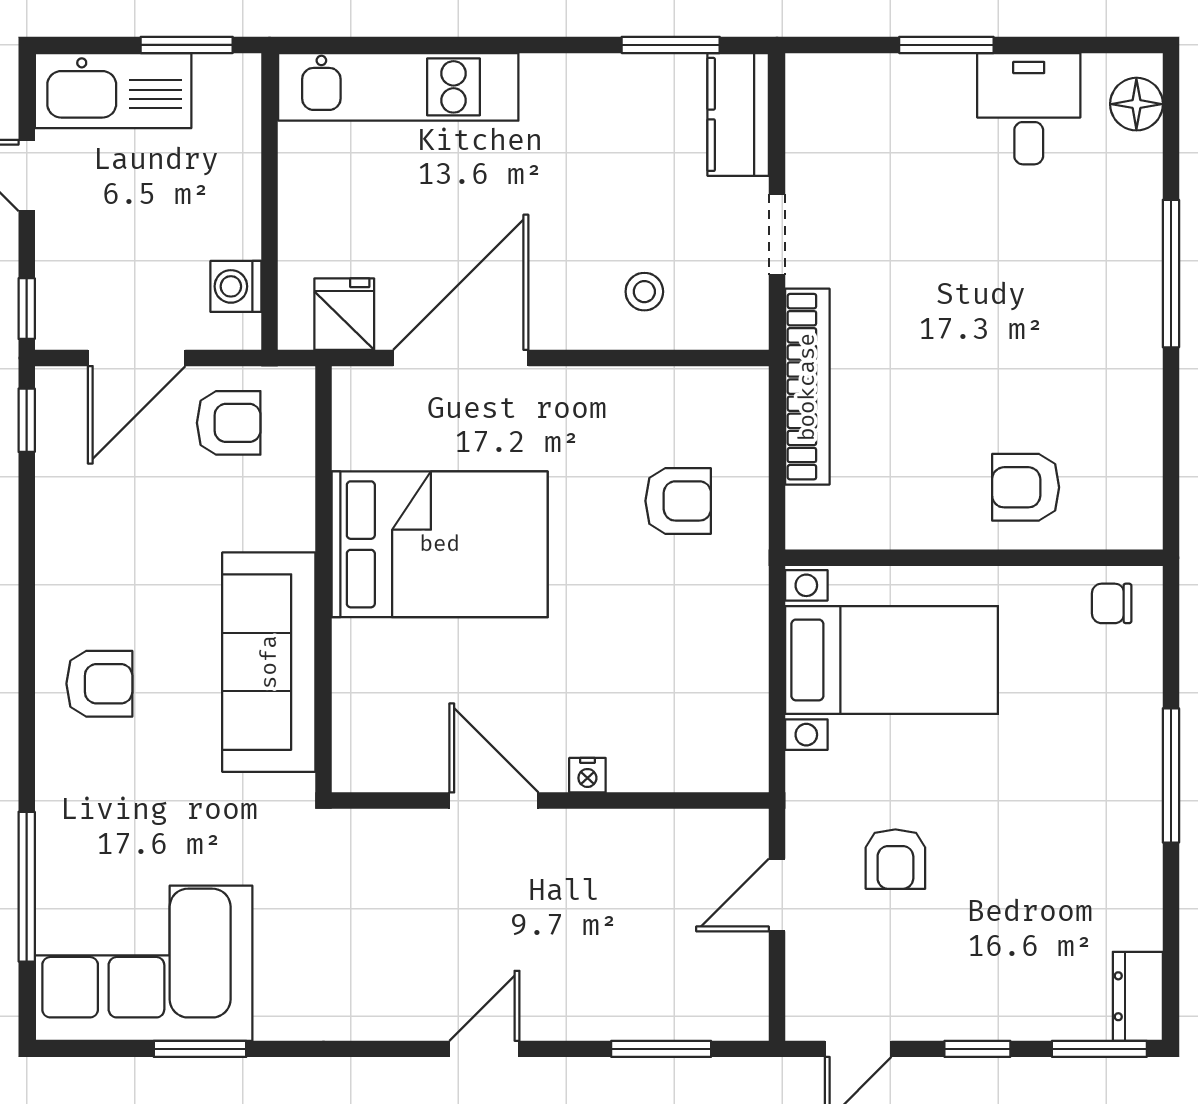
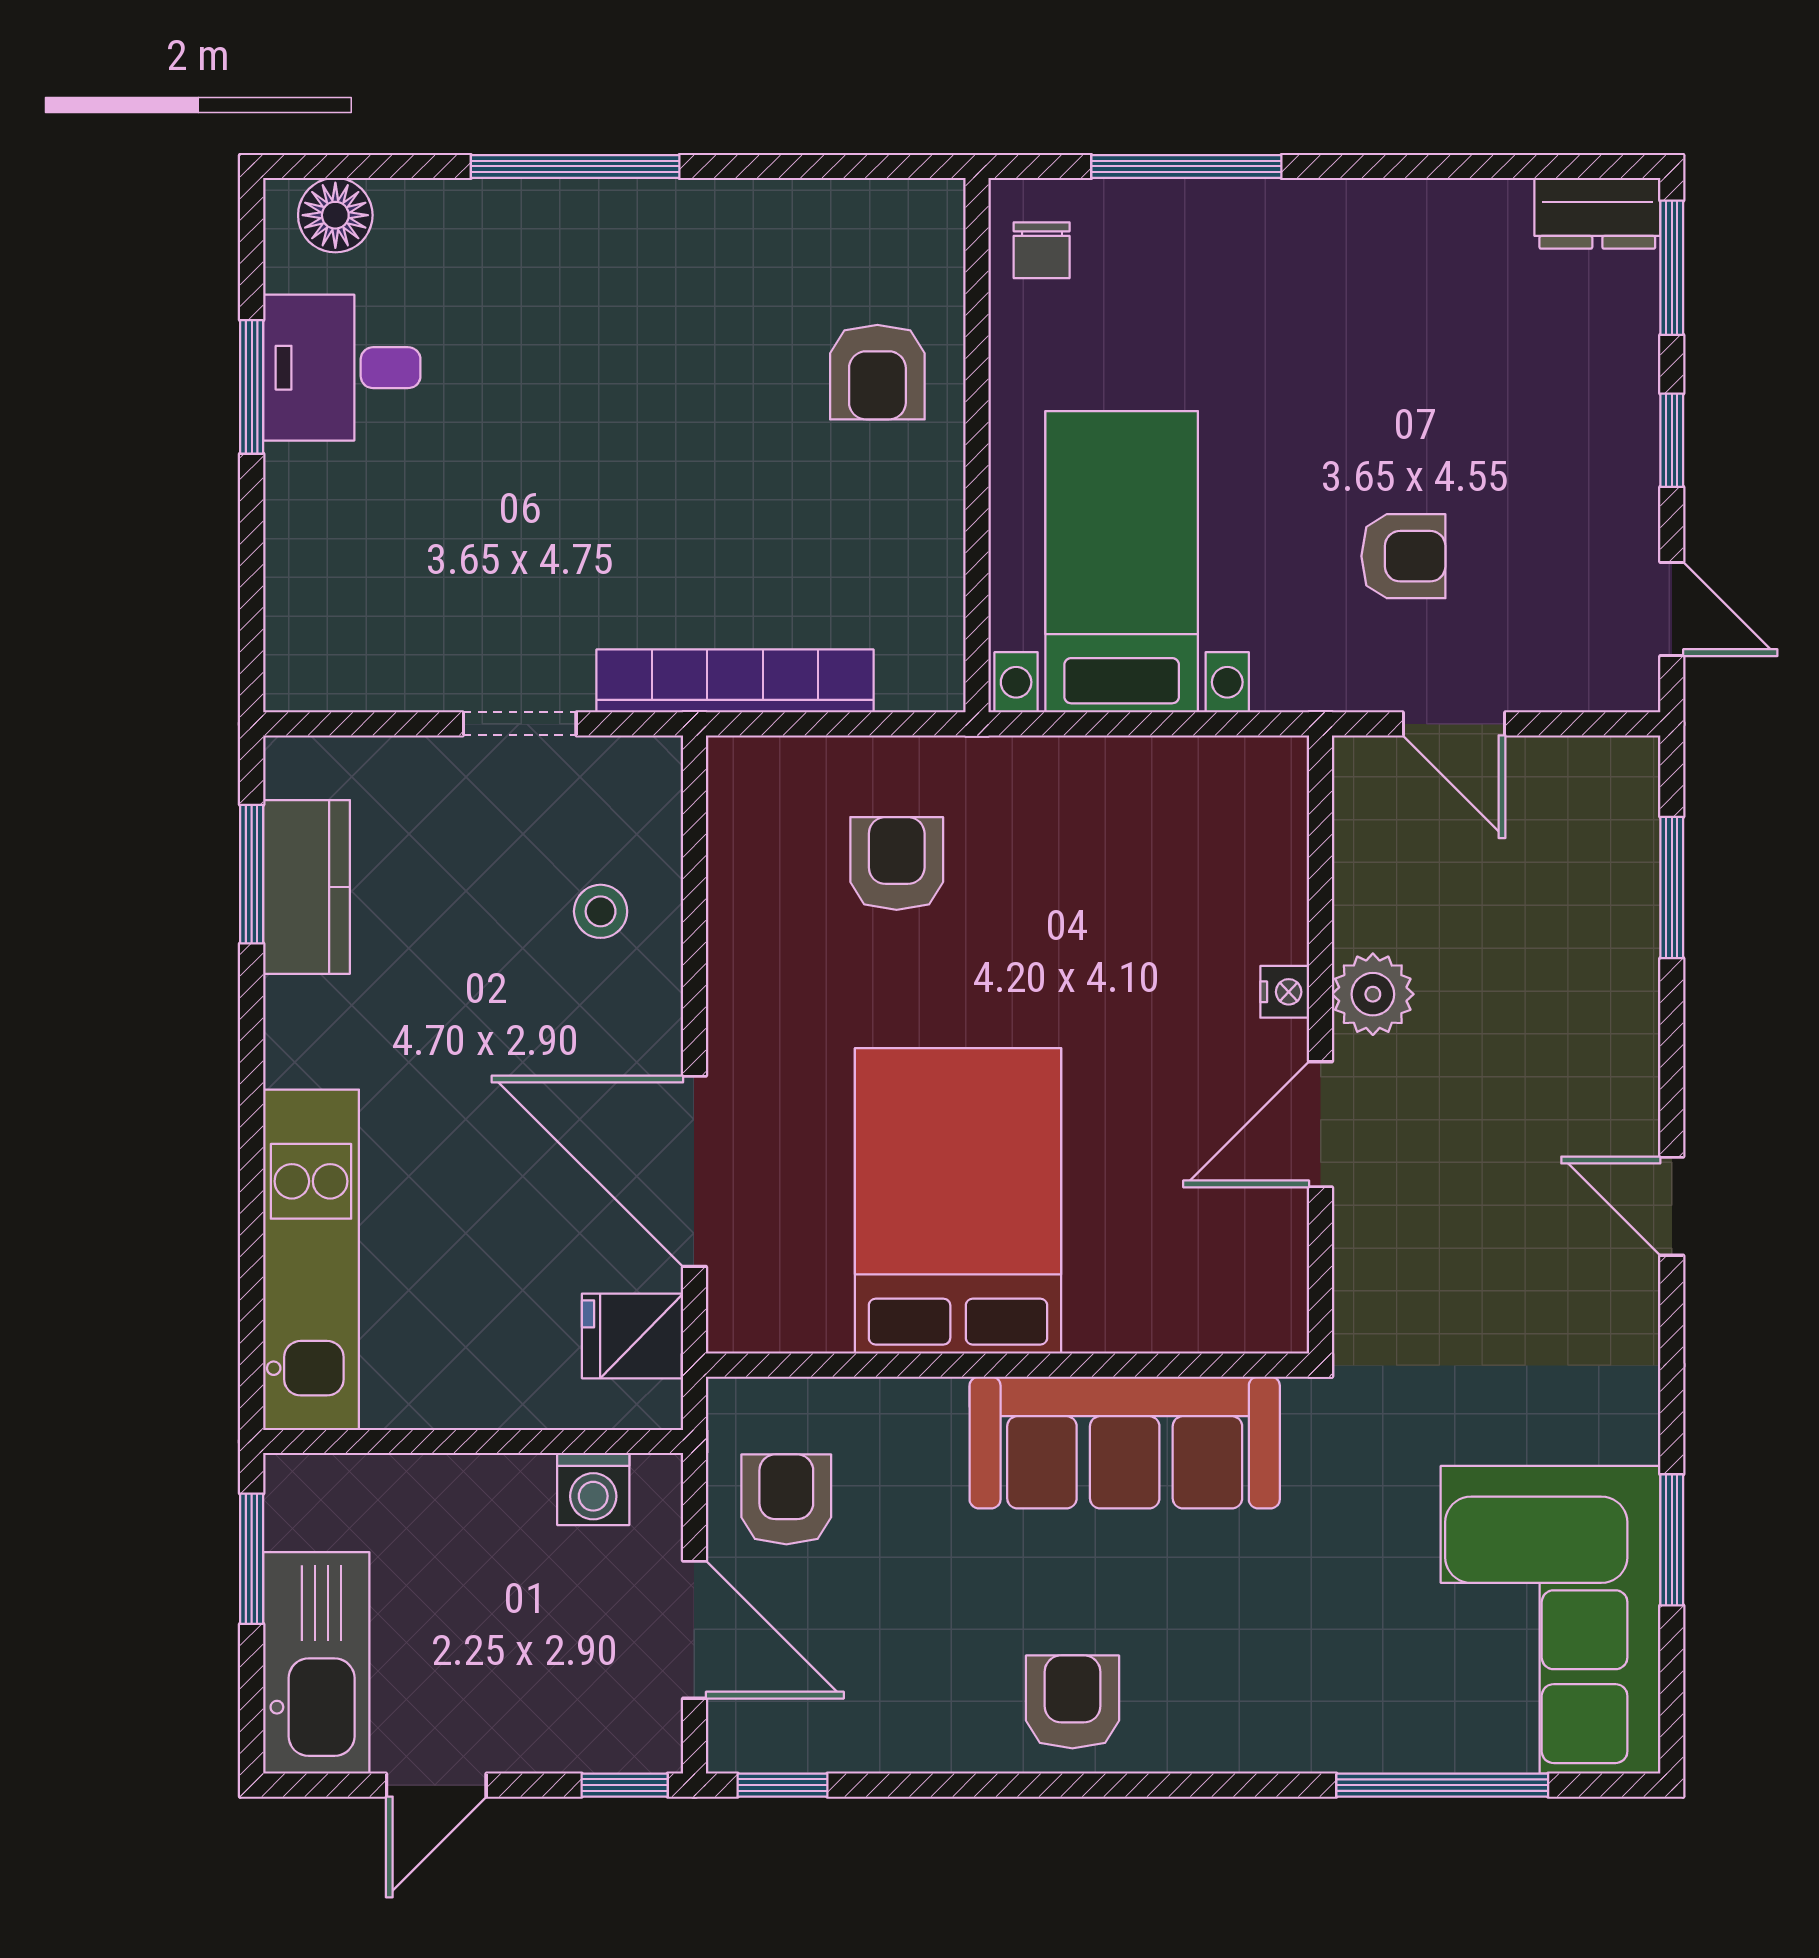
window: (946, 45) -> (252, 387), moved
kitchen counter: (738, 114) -> (307, 887), moved, turned -90
armchair: (99, 684) -> (1072, 1702), moved
window: (1171, 775) -> (1186, 166), moved
plant: (586, 838) -> (1373, 994), added
door: (484, 1049) -> (1672, 1206), moved

